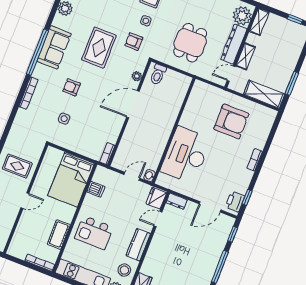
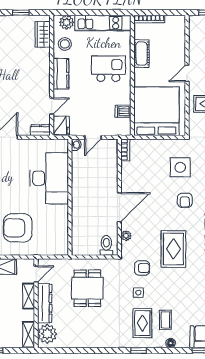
armchair: (72, 87) -> (185, 200), turned 90
side table: (64, 119) -> (180, 167), width x1.87, depth x1.87
bed: (71, 179) -> (156, 111), width x1.36

